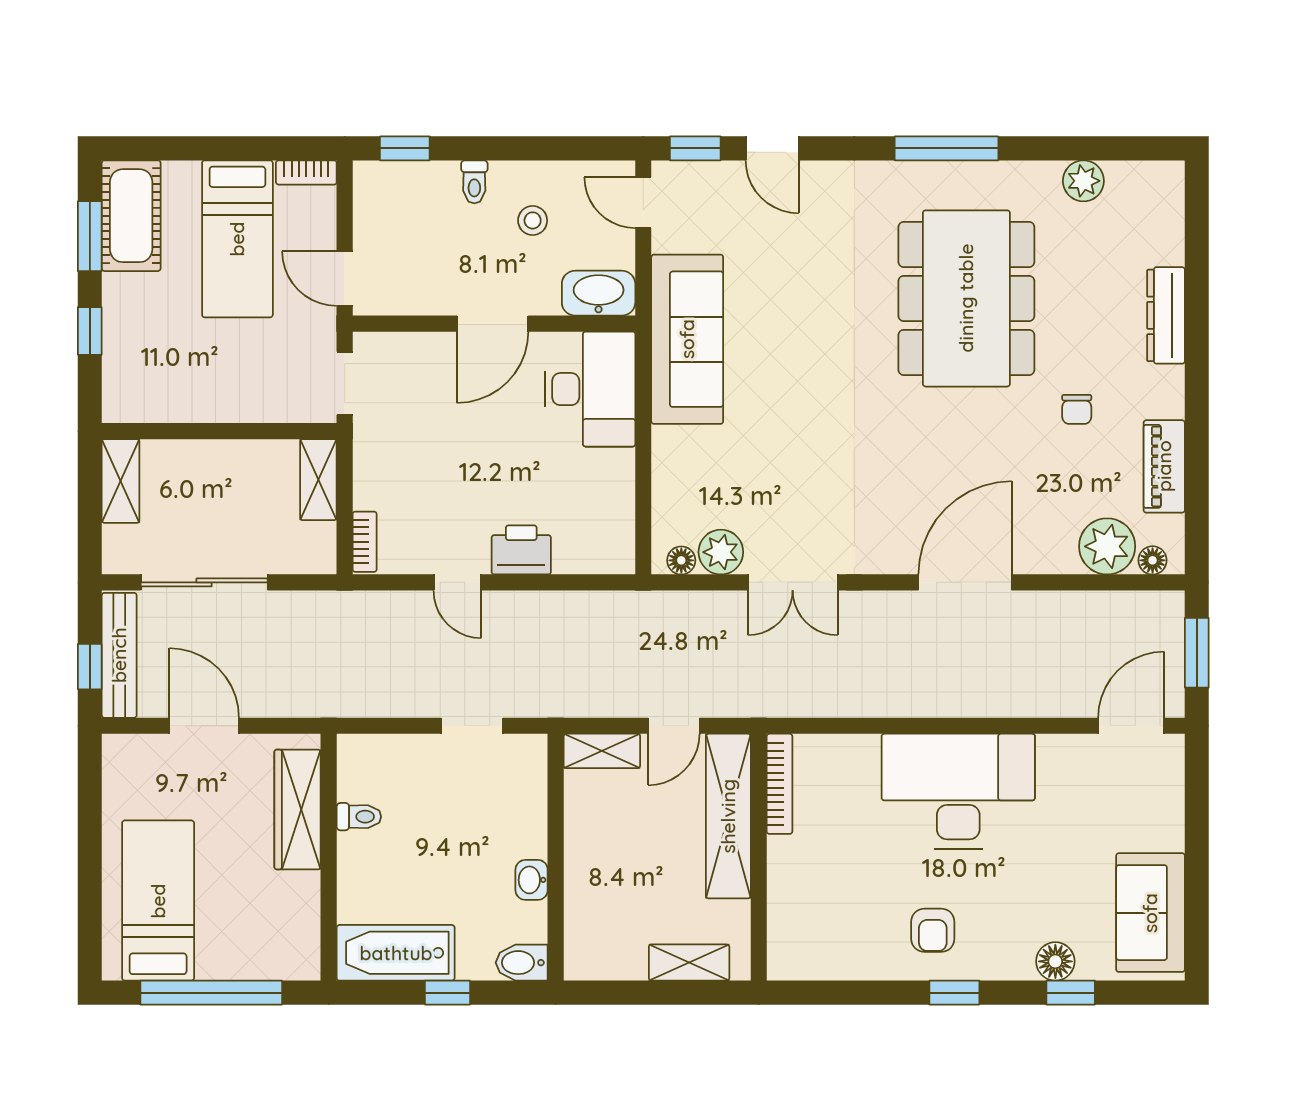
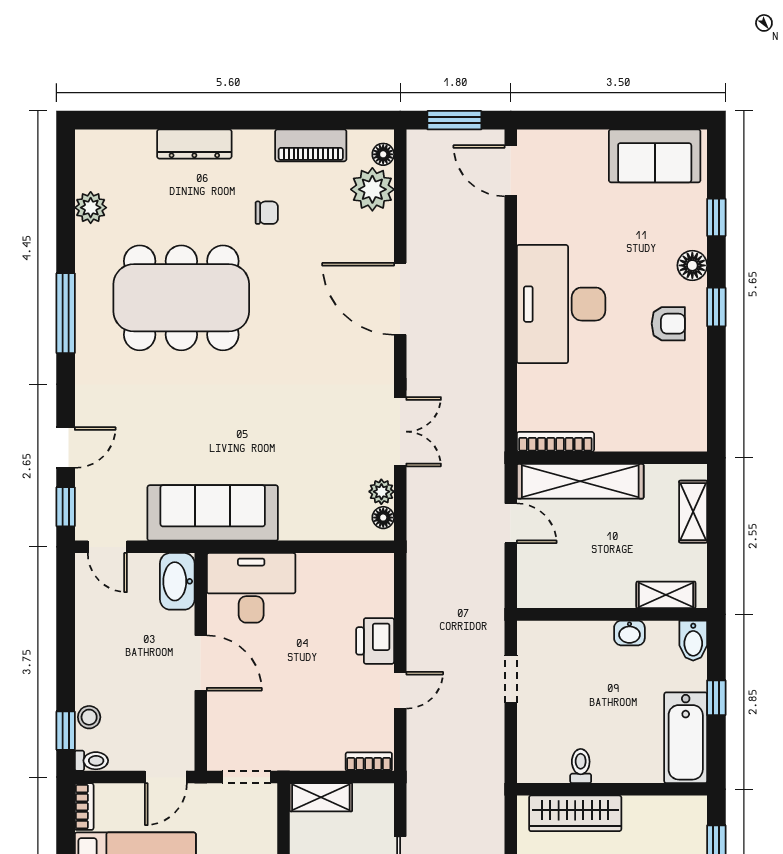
toilet: (474, 182) -> (91, 761), moved
door: (643, 203) -> (107, 547), hinge flipped
stool: (533, 220) -> (89, 717), moved
plant: (721, 552) -> (381, 492), width x0.73, depth x0.73
shelving: (602, 751) -> (666, 595), moved, turned 90
floor lamp: (1055, 961) -> (692, 265), moved

